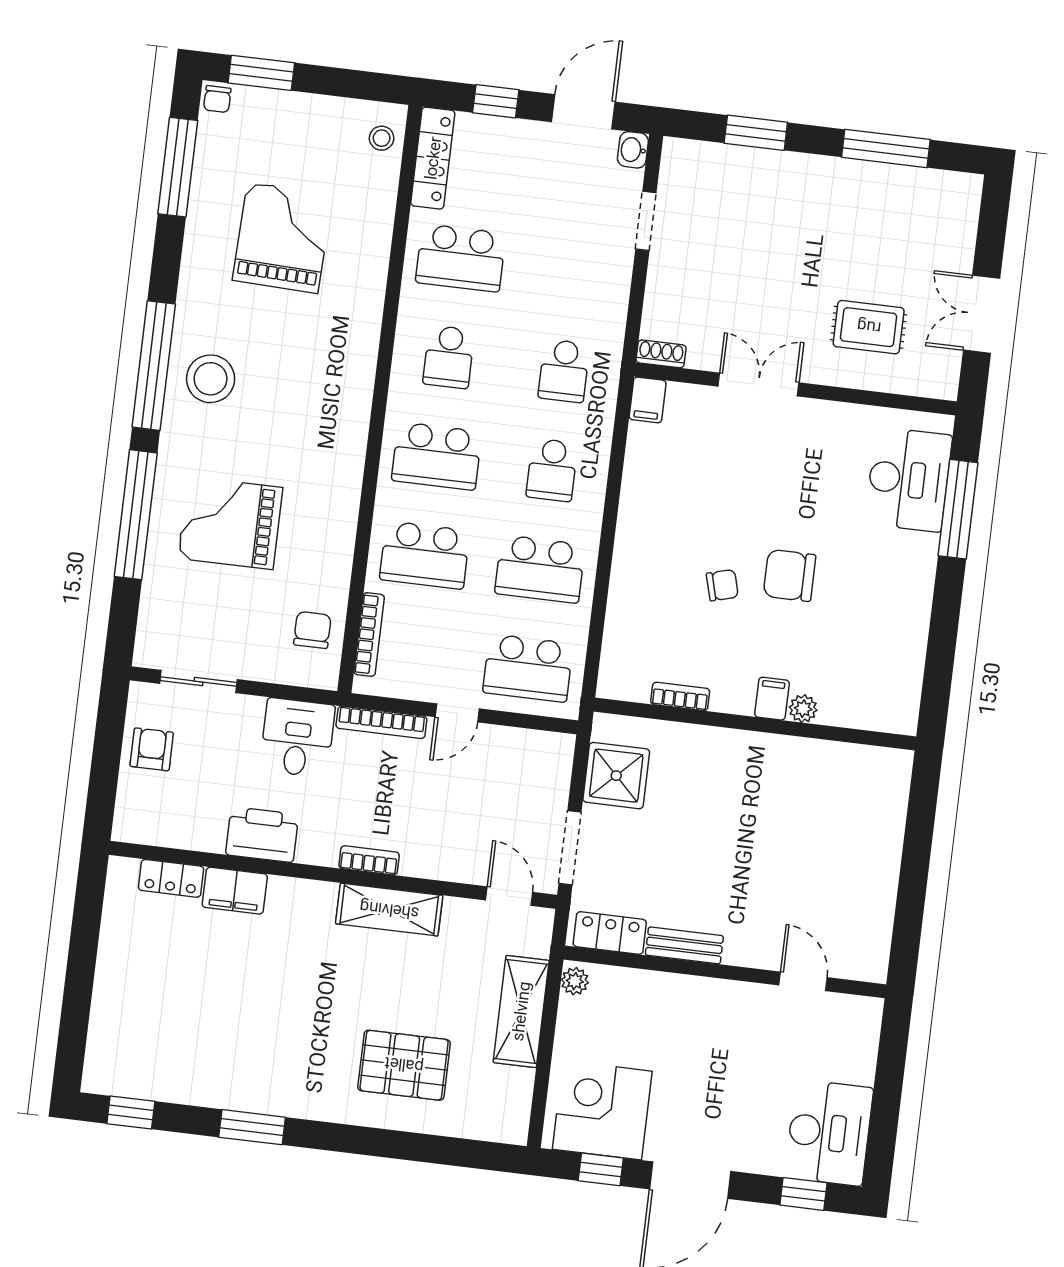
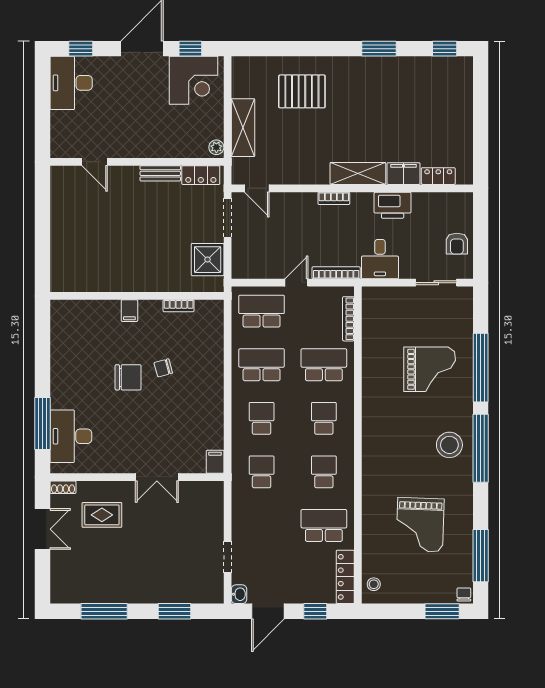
shoe rack: (661, 354) -> (63, 487), moved
school desk: (437, 456) -> (324, 418), width x0.54
chair: (312, 630) -> (379, 318), removed
plant: (803, 709) -> (112, 307), removed
shelving: (389, 910) -> (358, 173), moved

